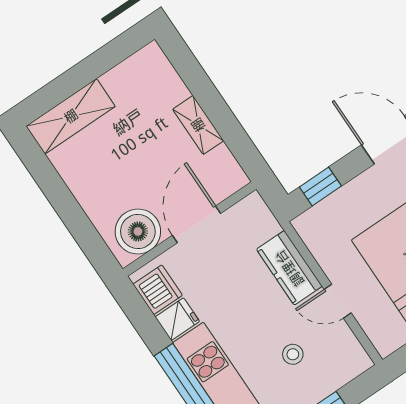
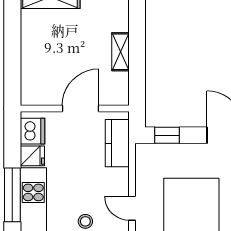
boiler: (138, 231) -> (44, 90), removed
kitchen counter: (289, 268) -> (117, 143), moved

